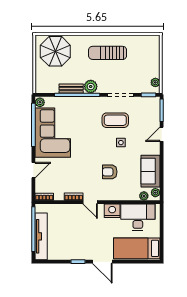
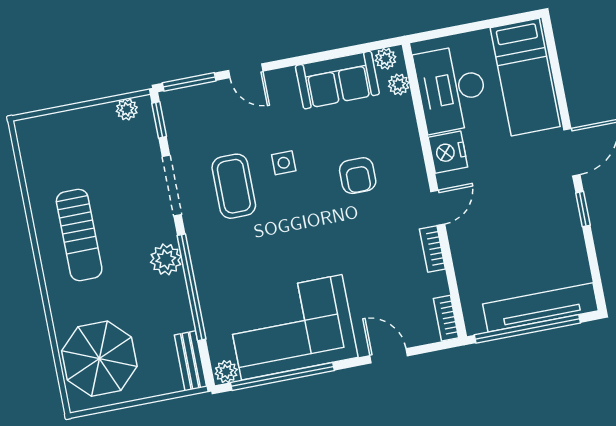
bench: (71, 89) -> (190, 361), moved

